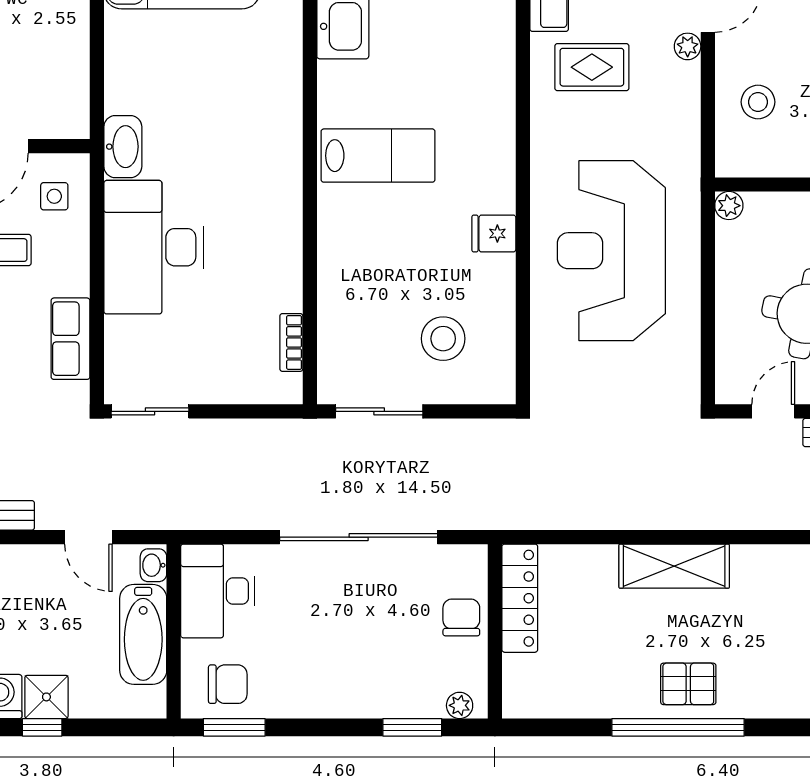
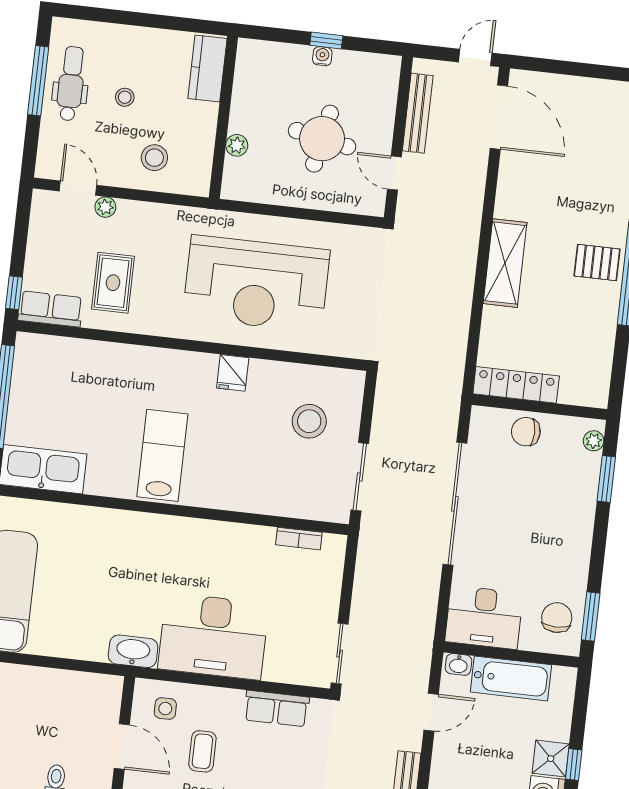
plant: (729, 206) -> (237, 145), moved
pallet: (688, 684) -> (597, 263), turned 90

